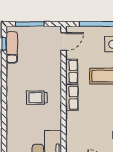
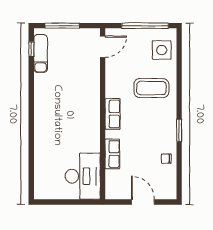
row of seats: (72, 71) -> (112, 154), moved
trolley: (37, 98) -> (71, 114), removed

